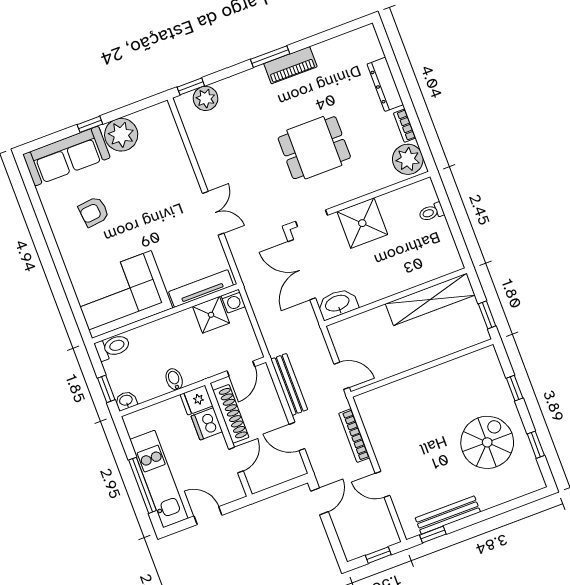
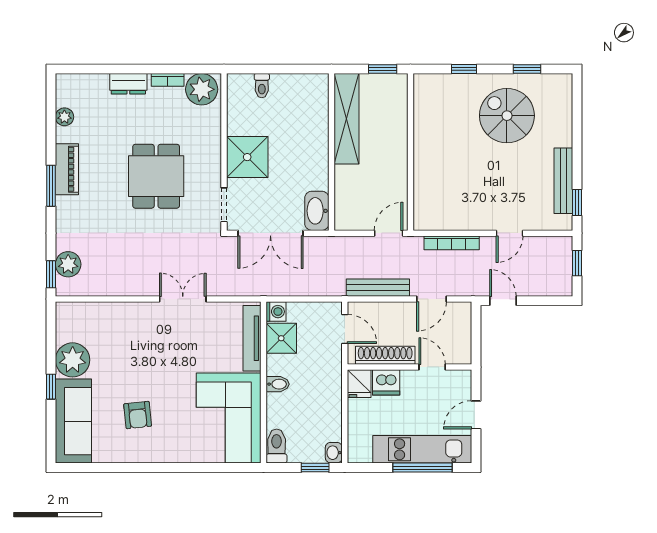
plant: (337, 45) -> (64, 117), added
dresser: (385, 84) -> (128, 84), width x0.70
bidet: (174, 379) -> (278, 384), moved, turned 180

